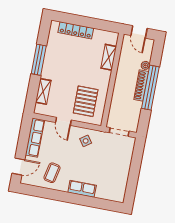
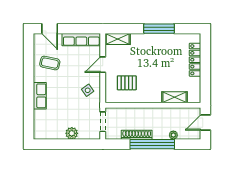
shoe rack: (141, 85) -> (137, 135), moved
shelving: (43, 91) -> (118, 39), moved
pallet: (86, 101) -> (127, 83), width x0.67, depth x0.71
plant: (125, 164) -> (72, 133), added

